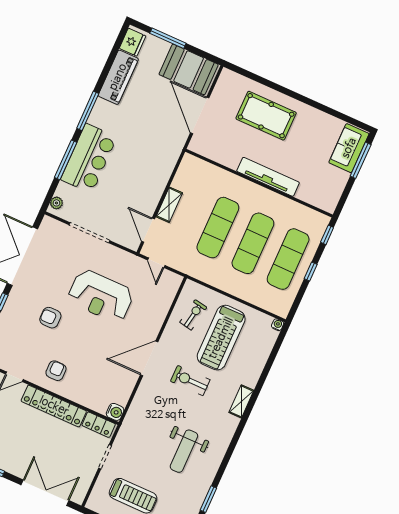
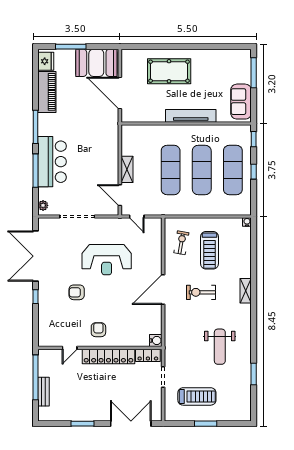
sofa: (349, 148) -> (241, 102), moved
treadmill: (221, 338) -> (210, 250), width x0.73, depth x0.73

